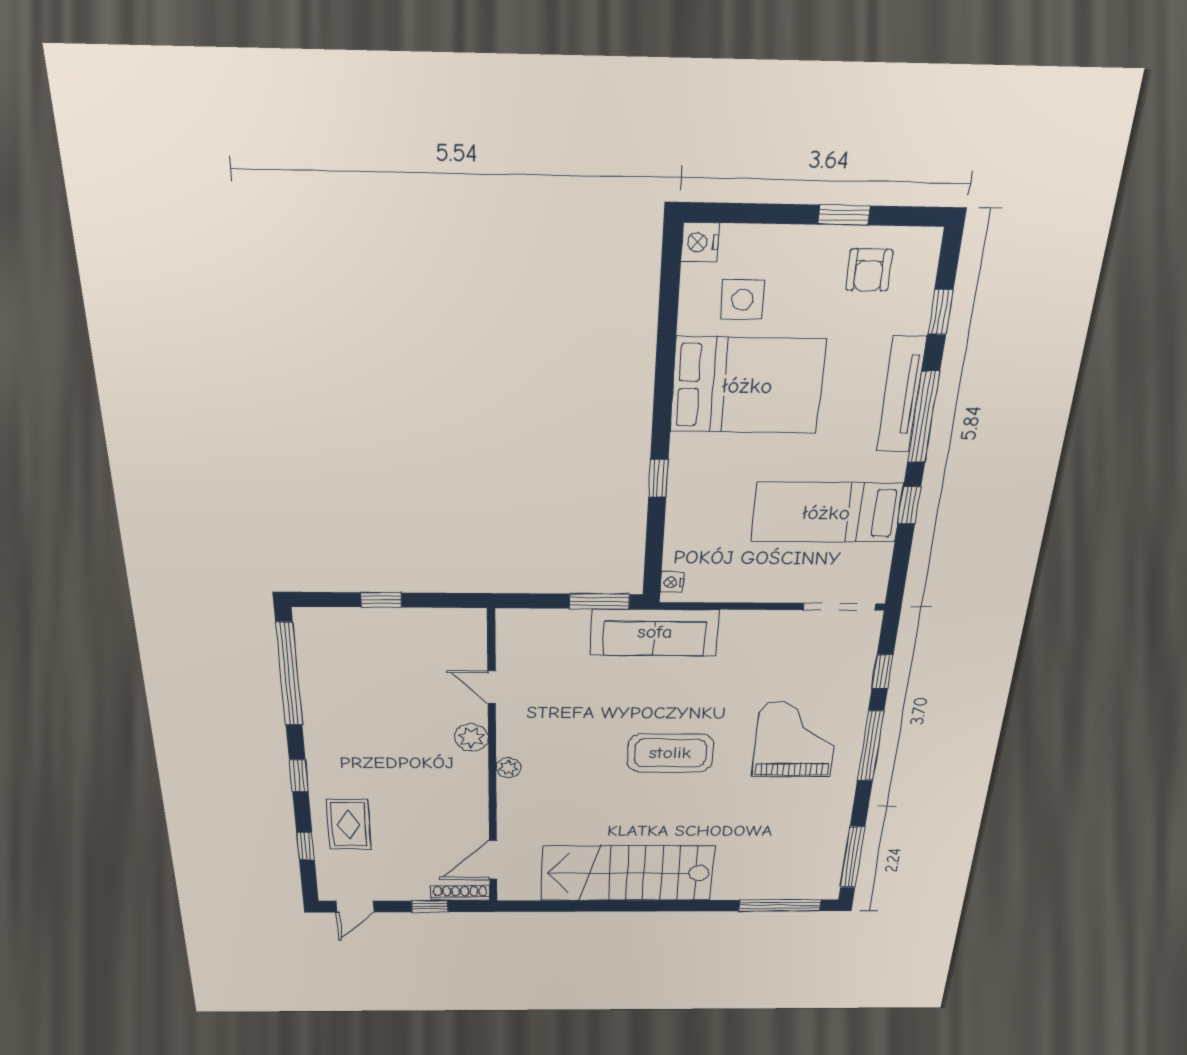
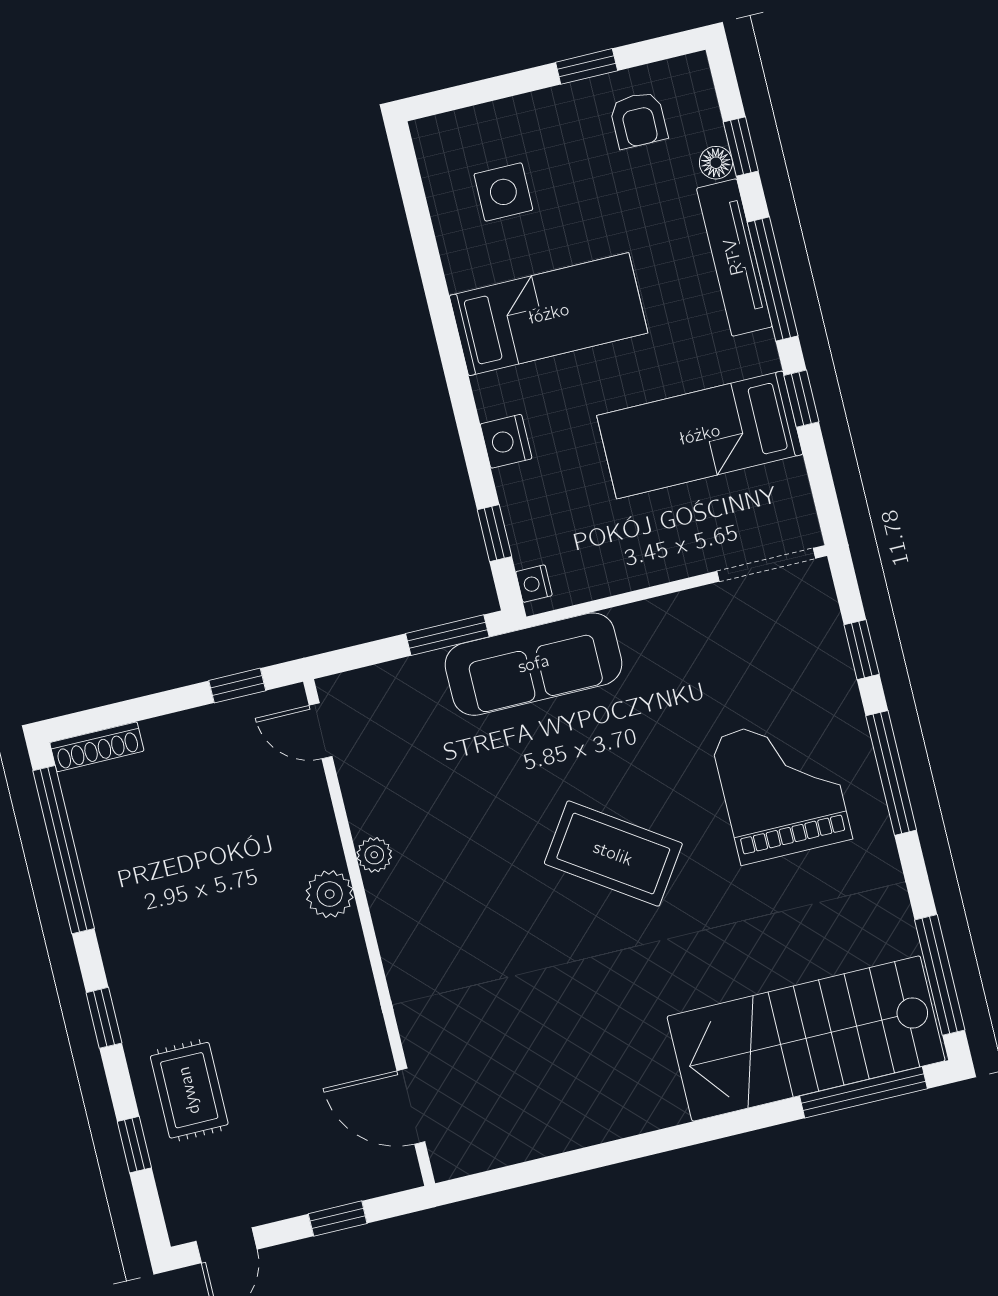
nightstand: (700, 242) -> (506, 441), moved
floor lamp: (916, 320) -> (716, 163), added
bed: (747, 386) -> (549, 314), width x0.67
window: (658, 478) -> (494, 533), moved
window: (381, 600) -> (237, 686), moved
door: (492, 687) -> (321, 731), moved
coffee table: (670, 753) -> (613, 854), turned 34
plant: (508, 768) -> (374, 855), moved
door: (493, 860) -> (411, 1106), hinge flipped
stairs: (627, 873) -> (806, 1039), moved
shoe rack: (460, 893) -> (97, 747), moved, turned 180

